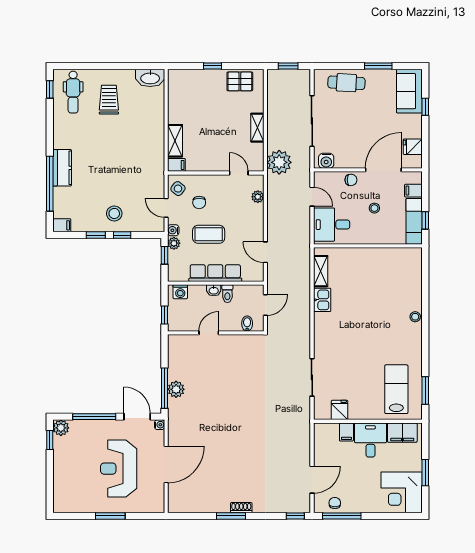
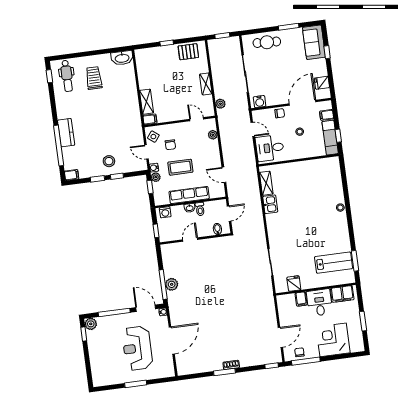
plant: (279, 162) -> (220, 104), width x0.53, depth x0.53
lab bench: (396, 389) -> (334, 263), turned 90
corner desk: (402, 492) -> (333, 340), moved, turned 90

